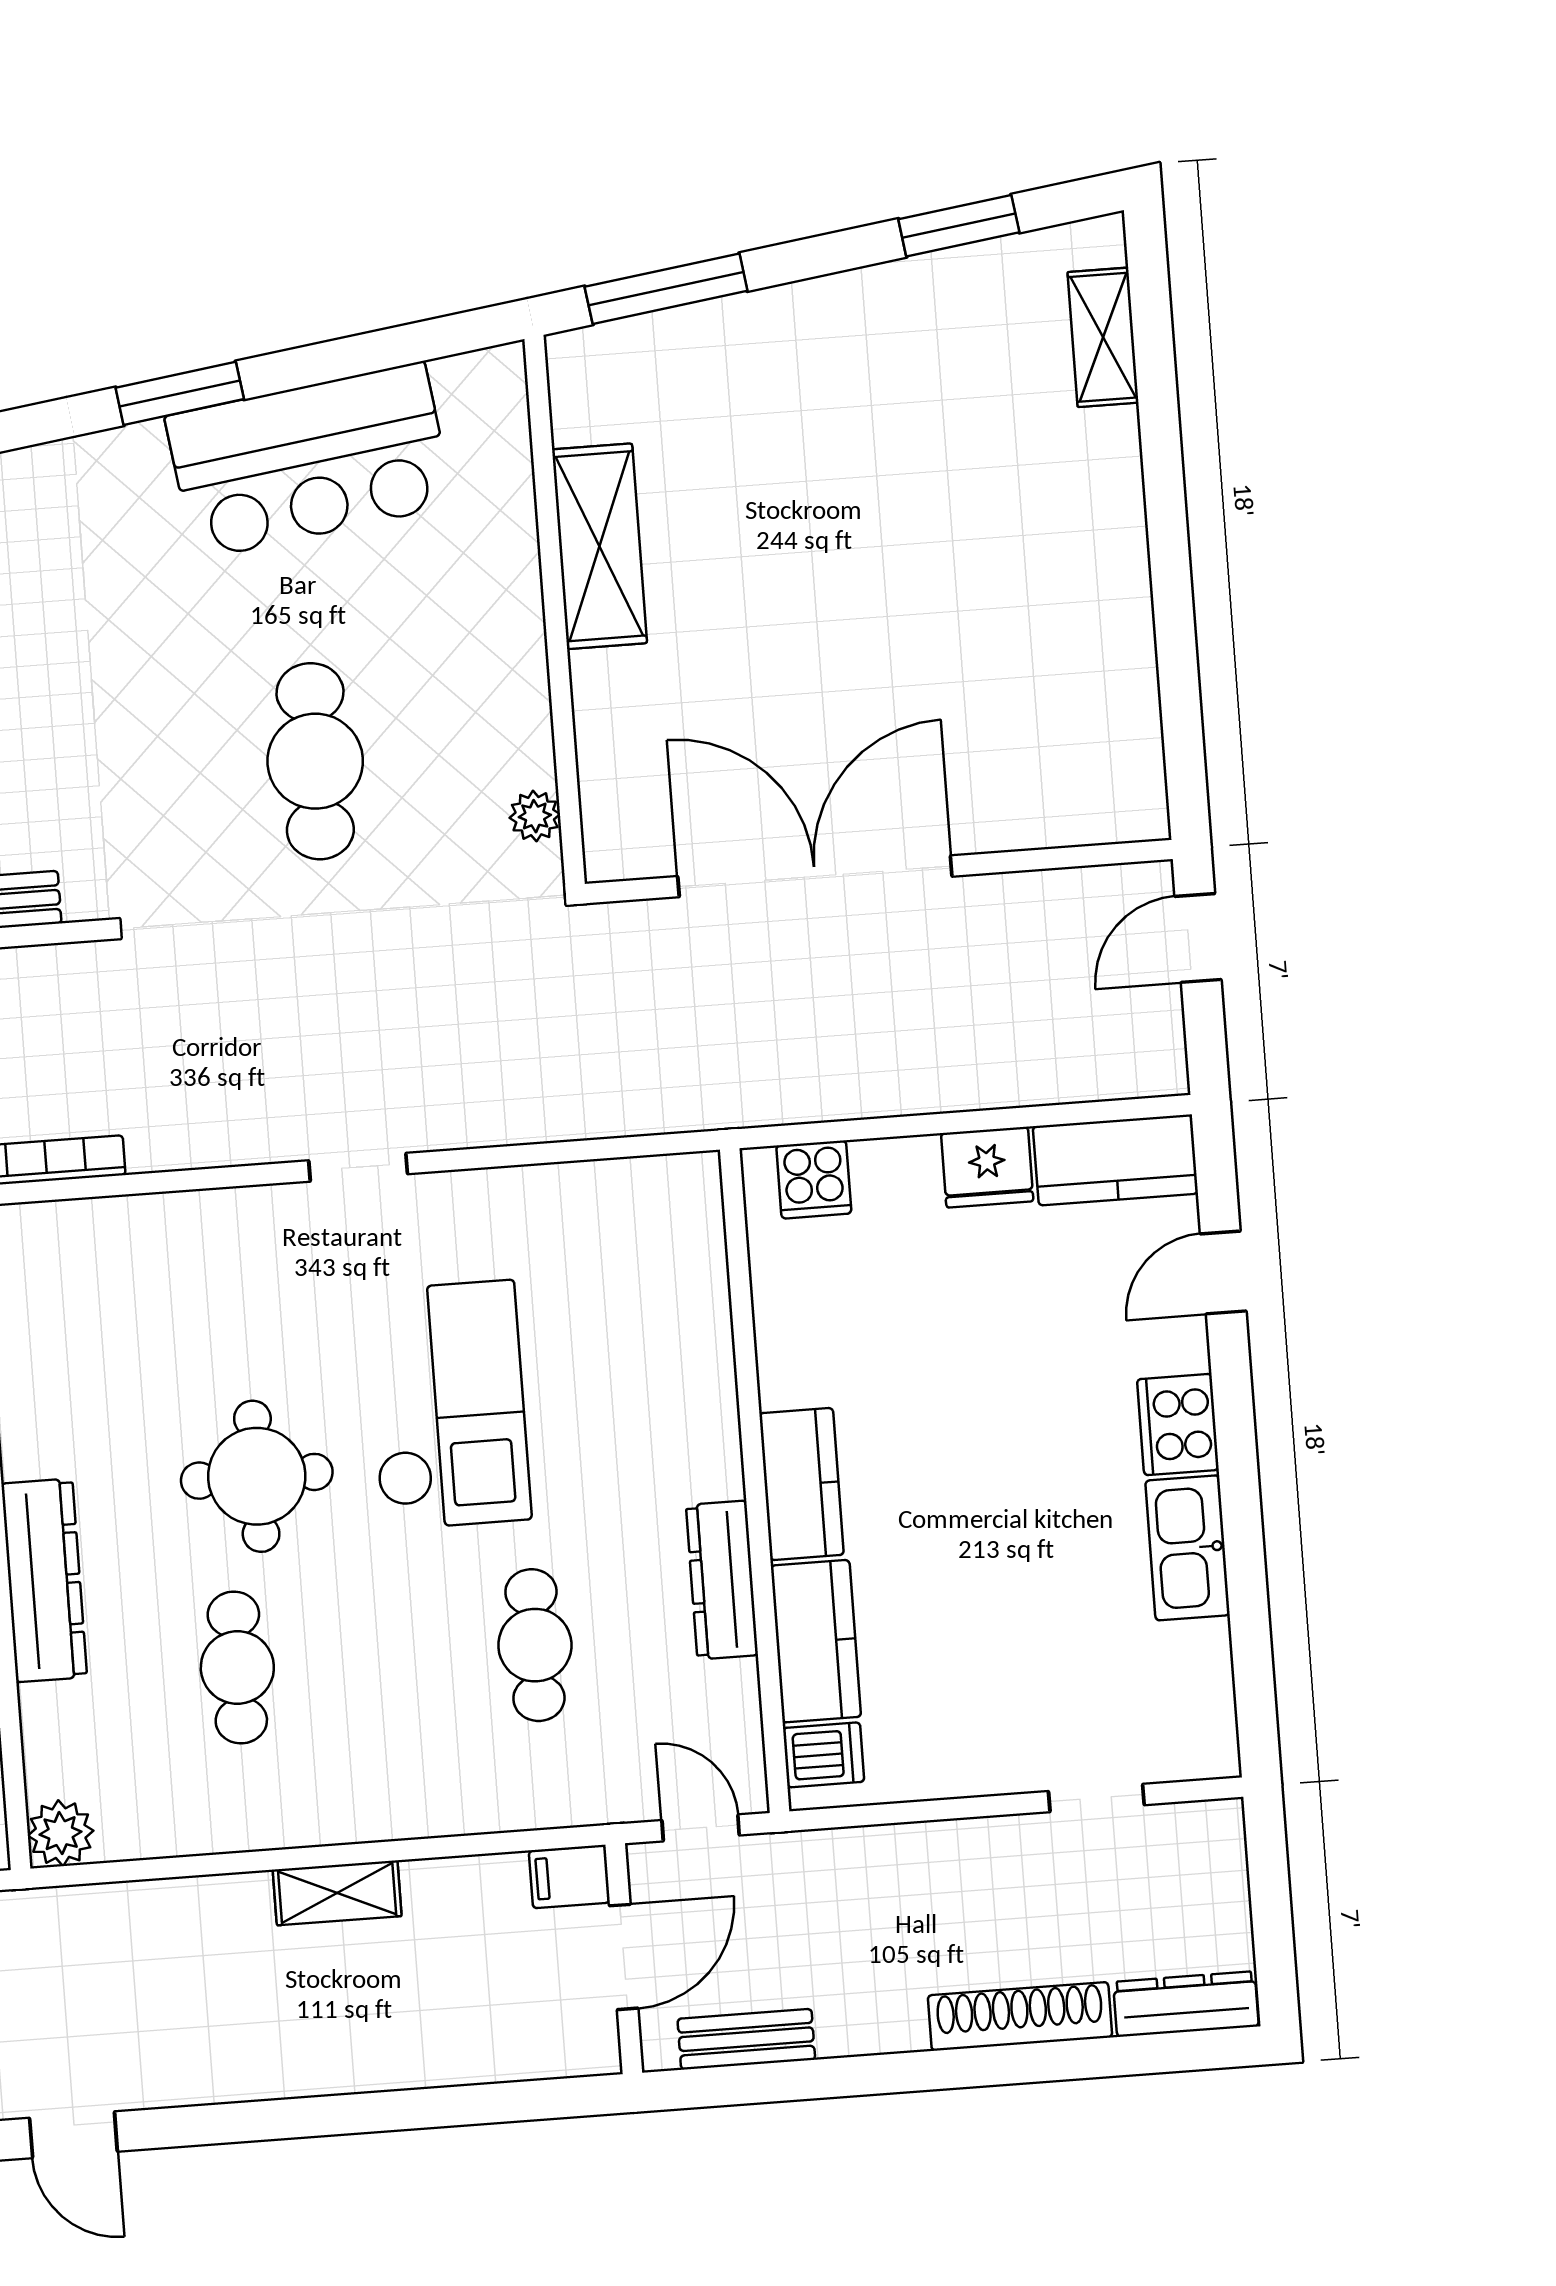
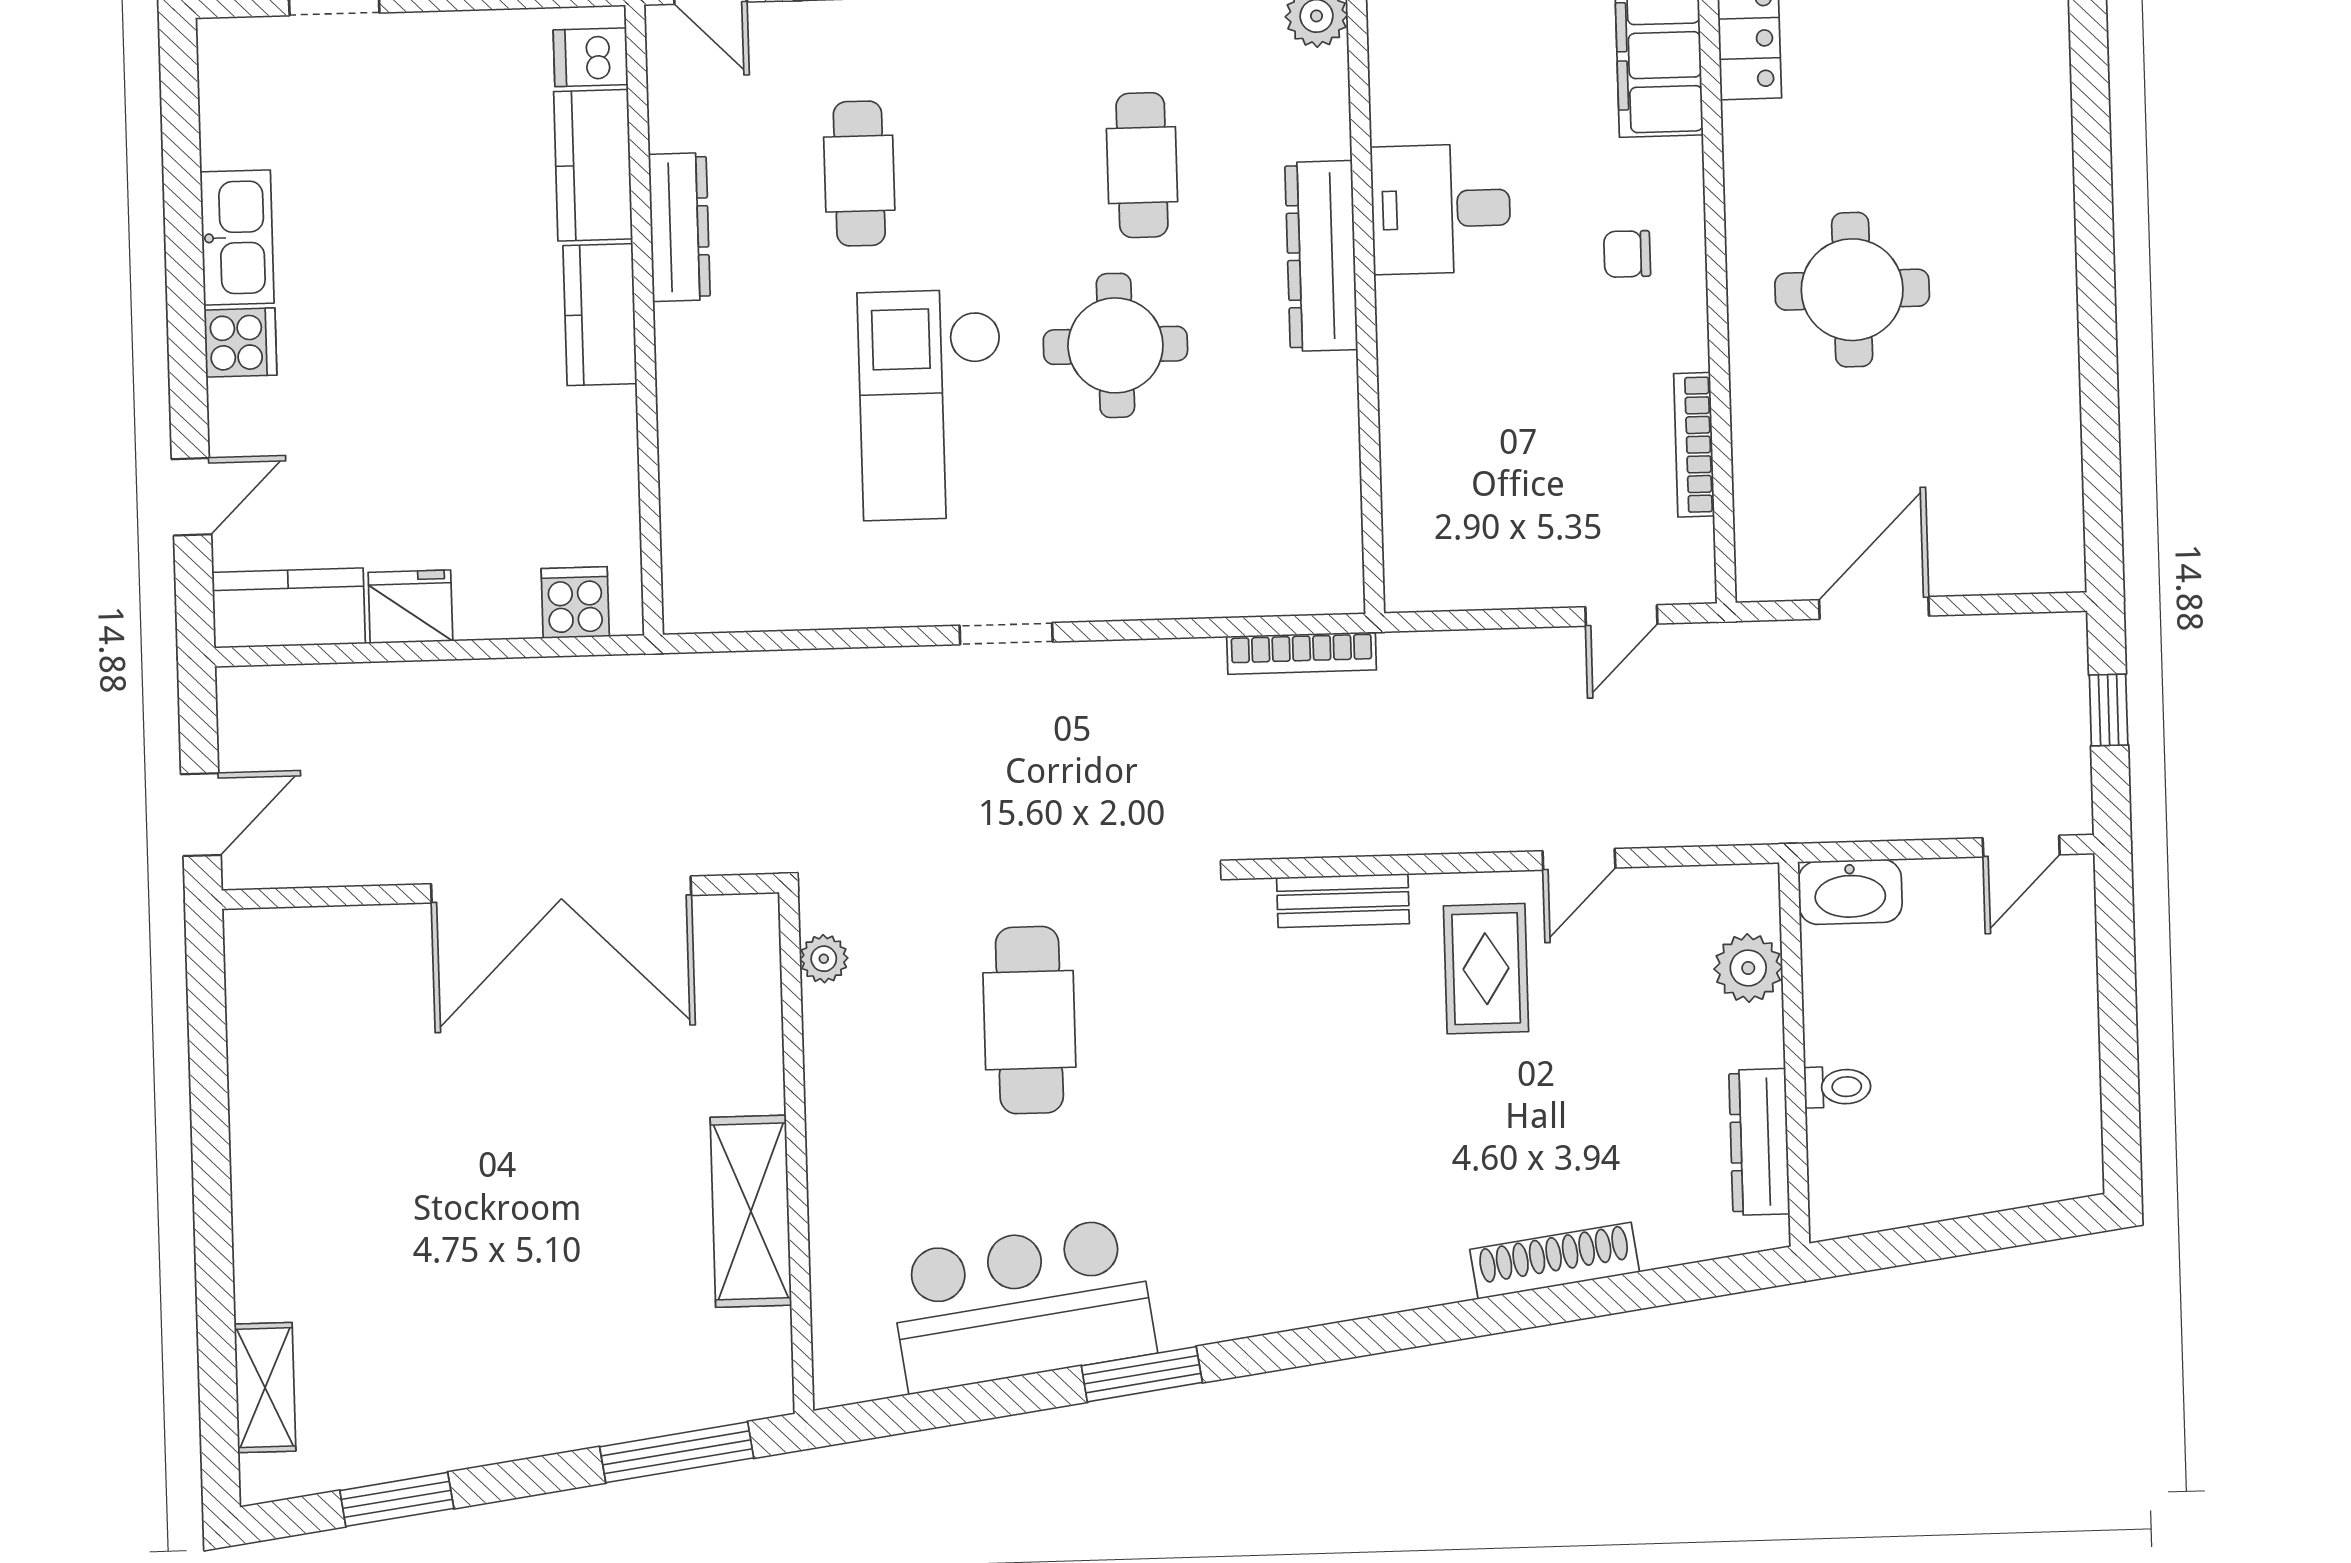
cooker: (1178, 1425) -> (241, 343), width x0.73

